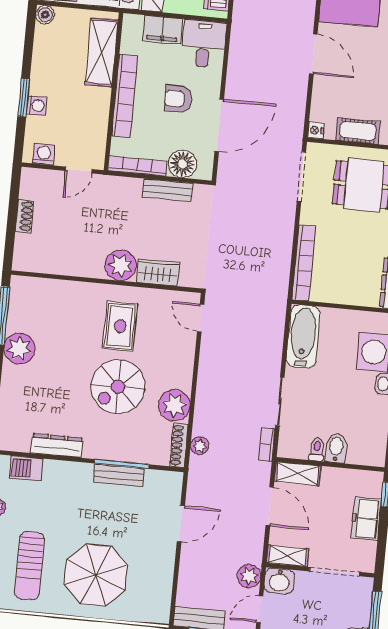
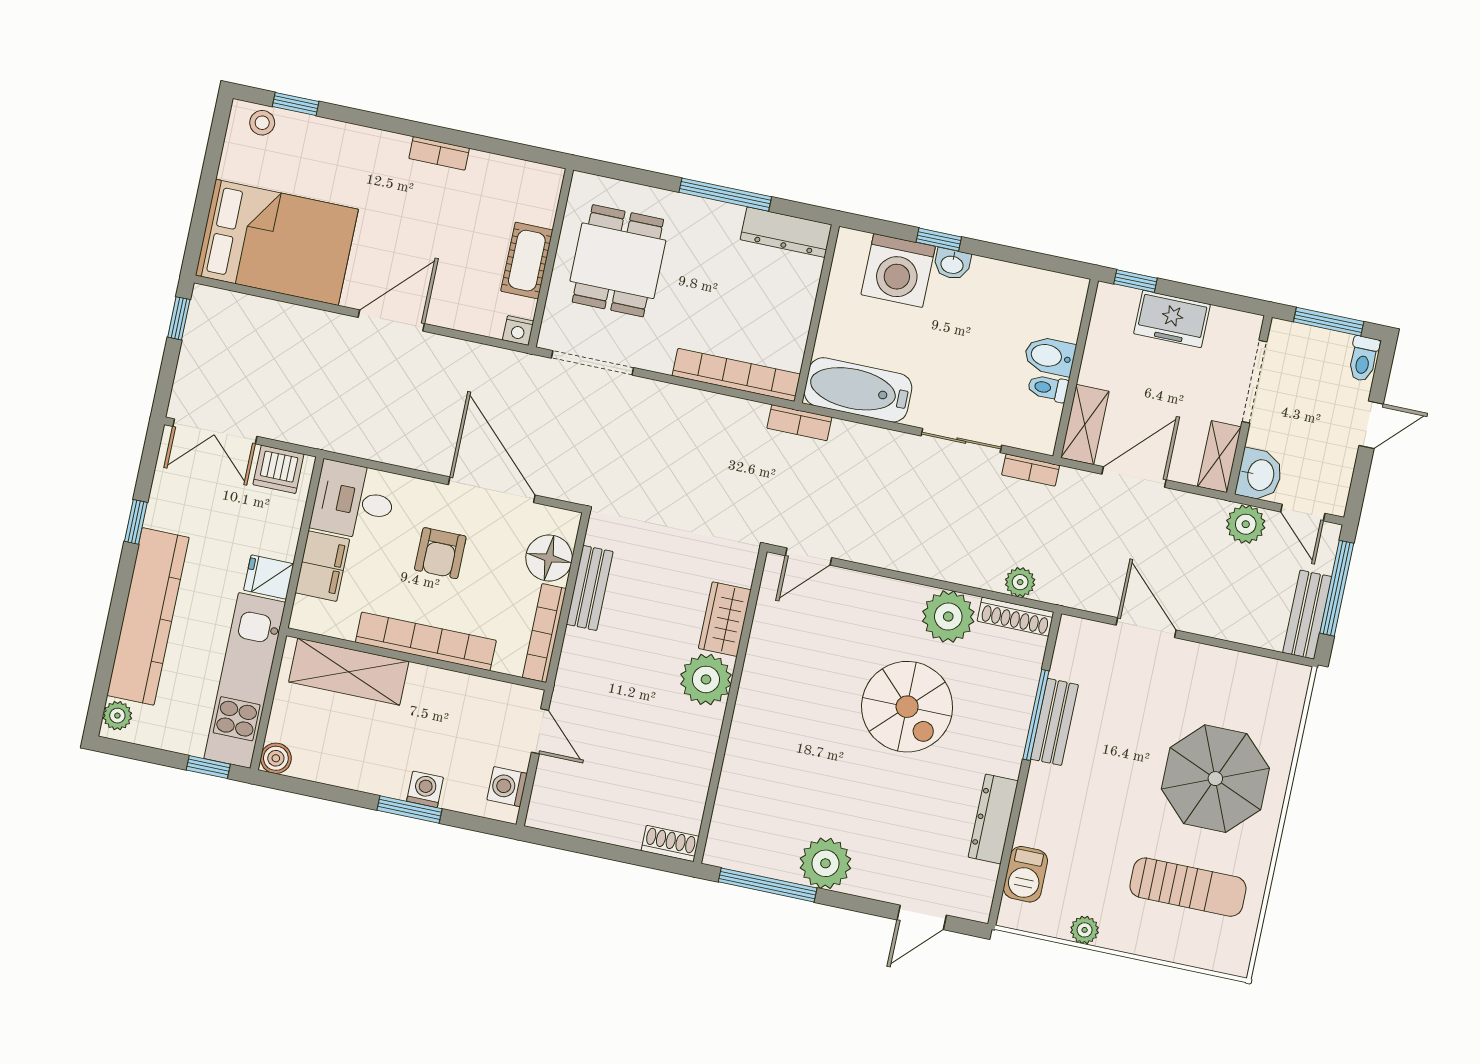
shoe rack: (24, 216) -> (670, 844), moved
bookcase: (280, 304) -> (799, 423), added
rug: (120, 326) -> (807, 692), removed

